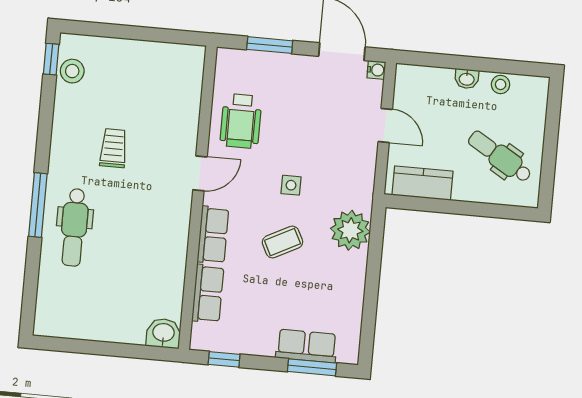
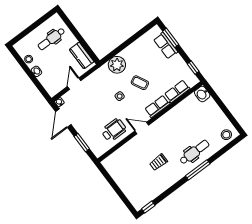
stool: (72, 71) -> (226, 135), moved
dental chair: (500, 157) -> (51, 39), turned 59

